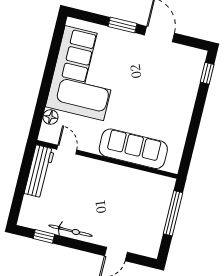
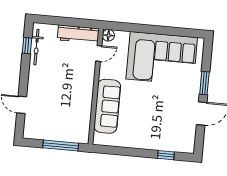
window: (207, 73) -> (166, 155), moved
floor lamp: (50, 117) -> (108, 35), moved
bicycle: (71, 231) -> (36, 47), moved

